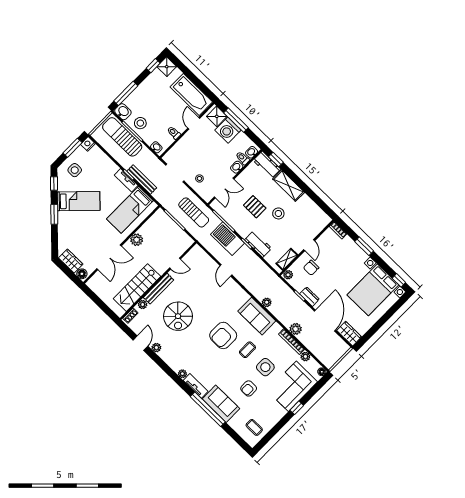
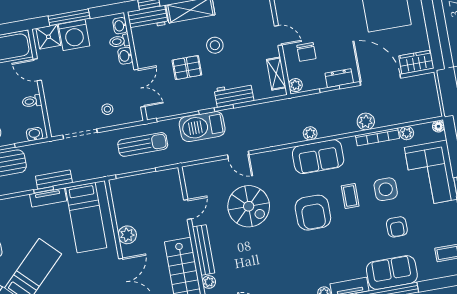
bench: (142, 179) -> (54, 179), width x0.73
spiral stairs: (178, 316) -> (249, 206), moved

